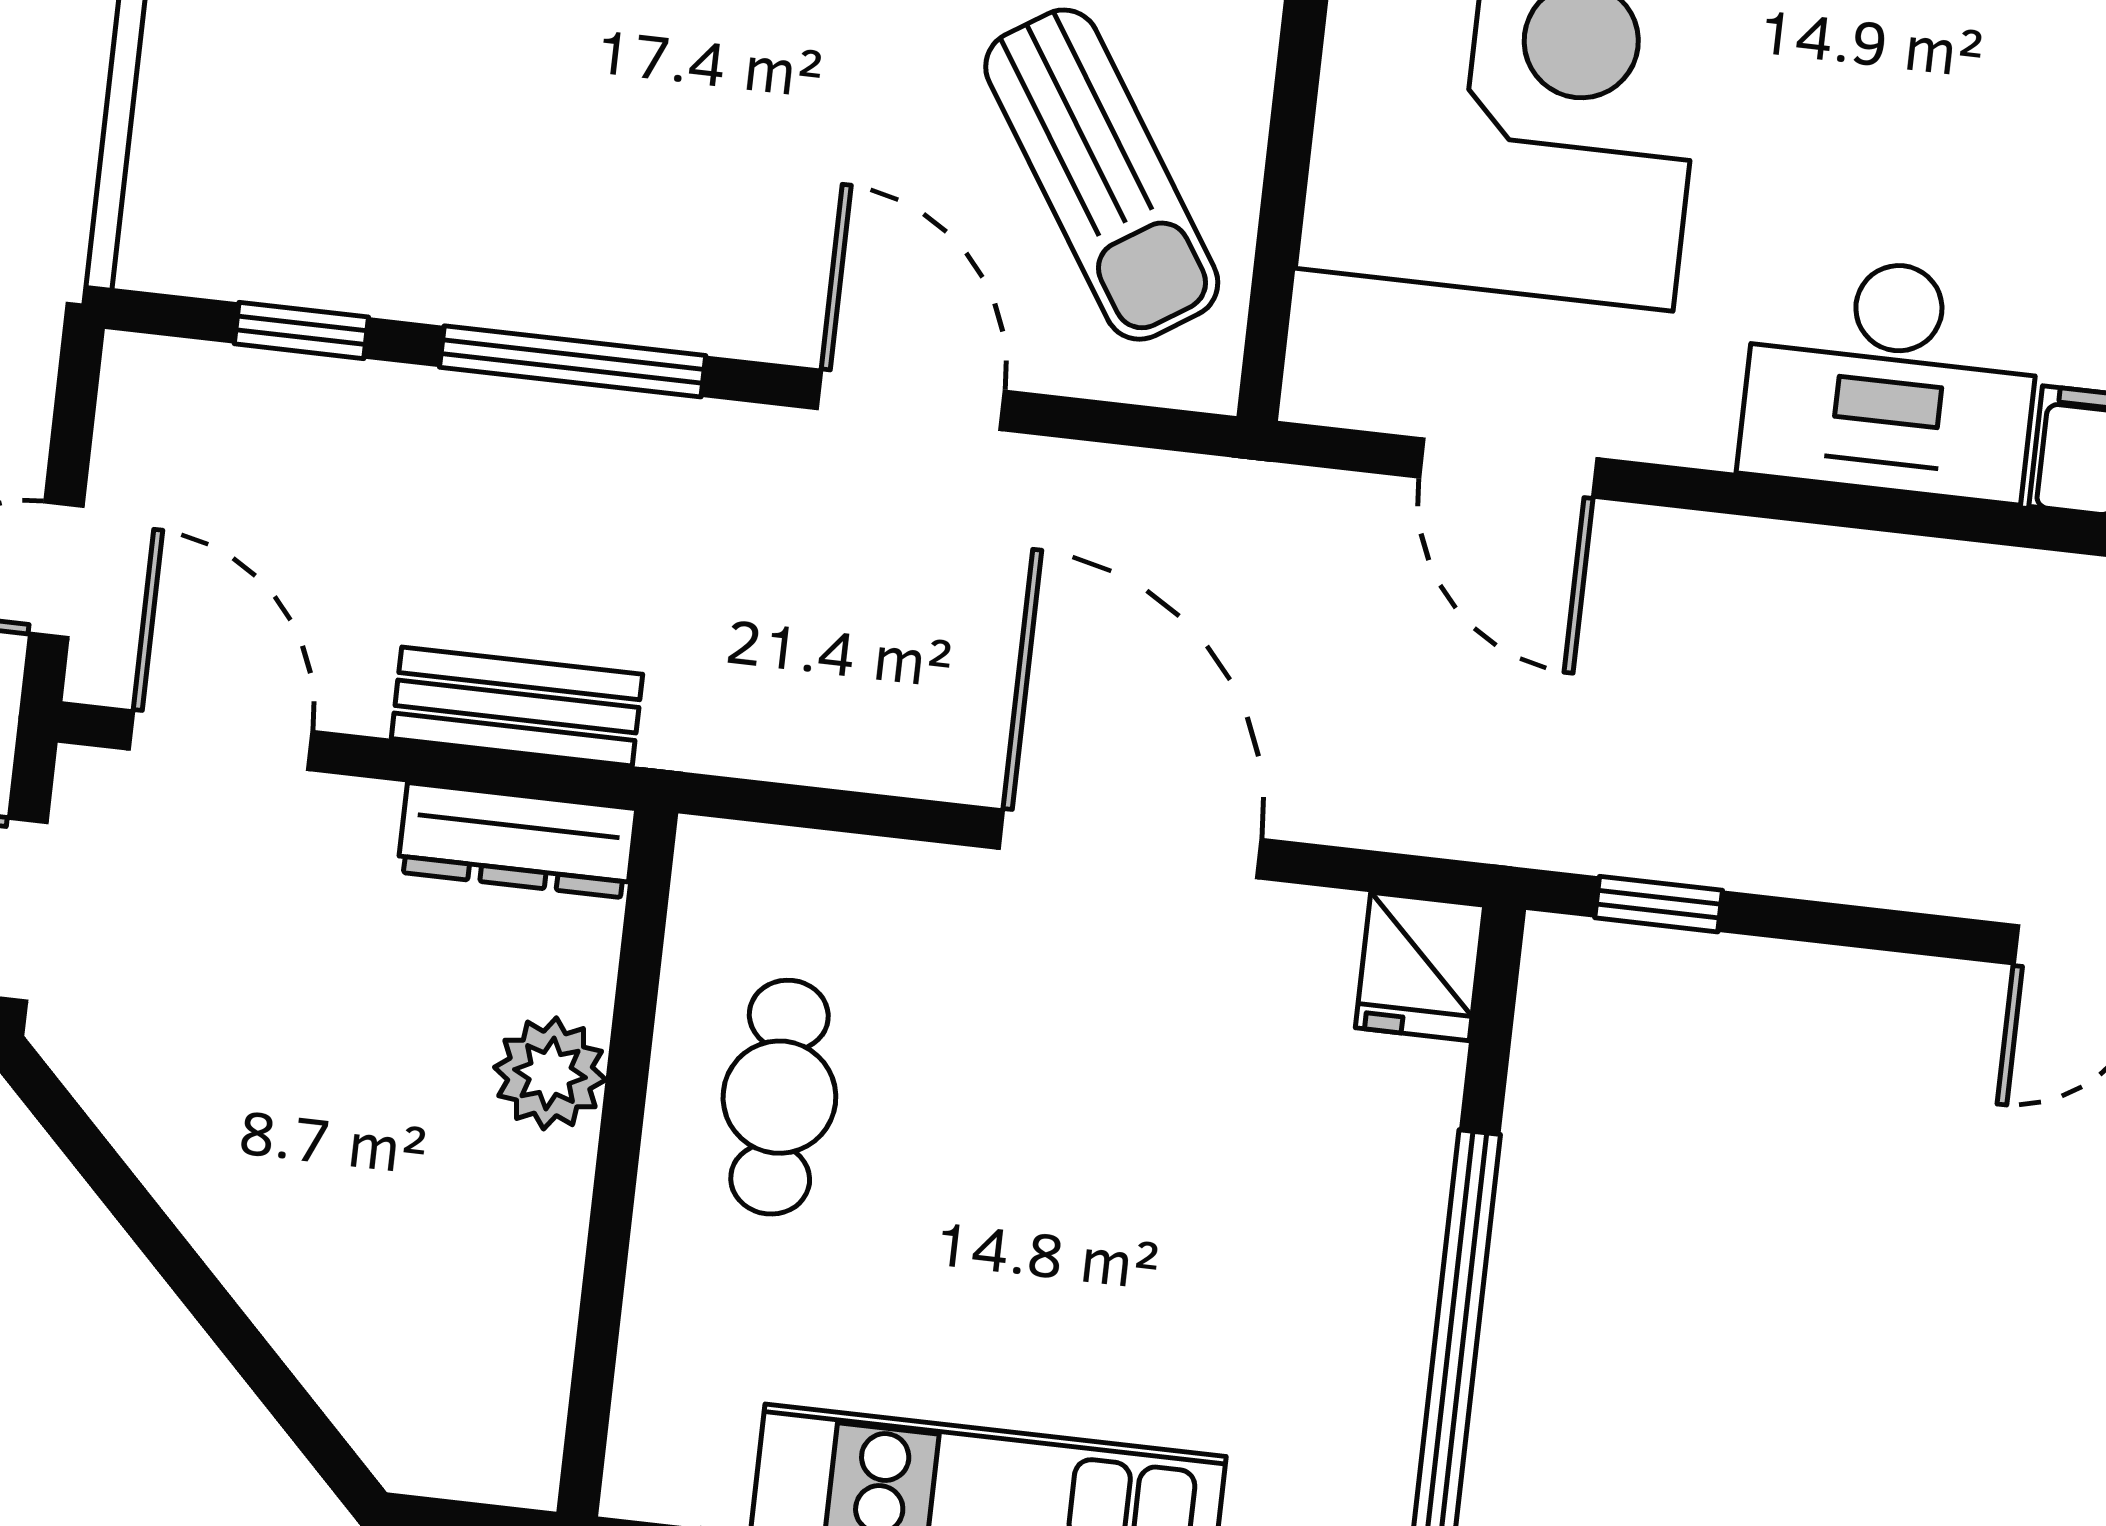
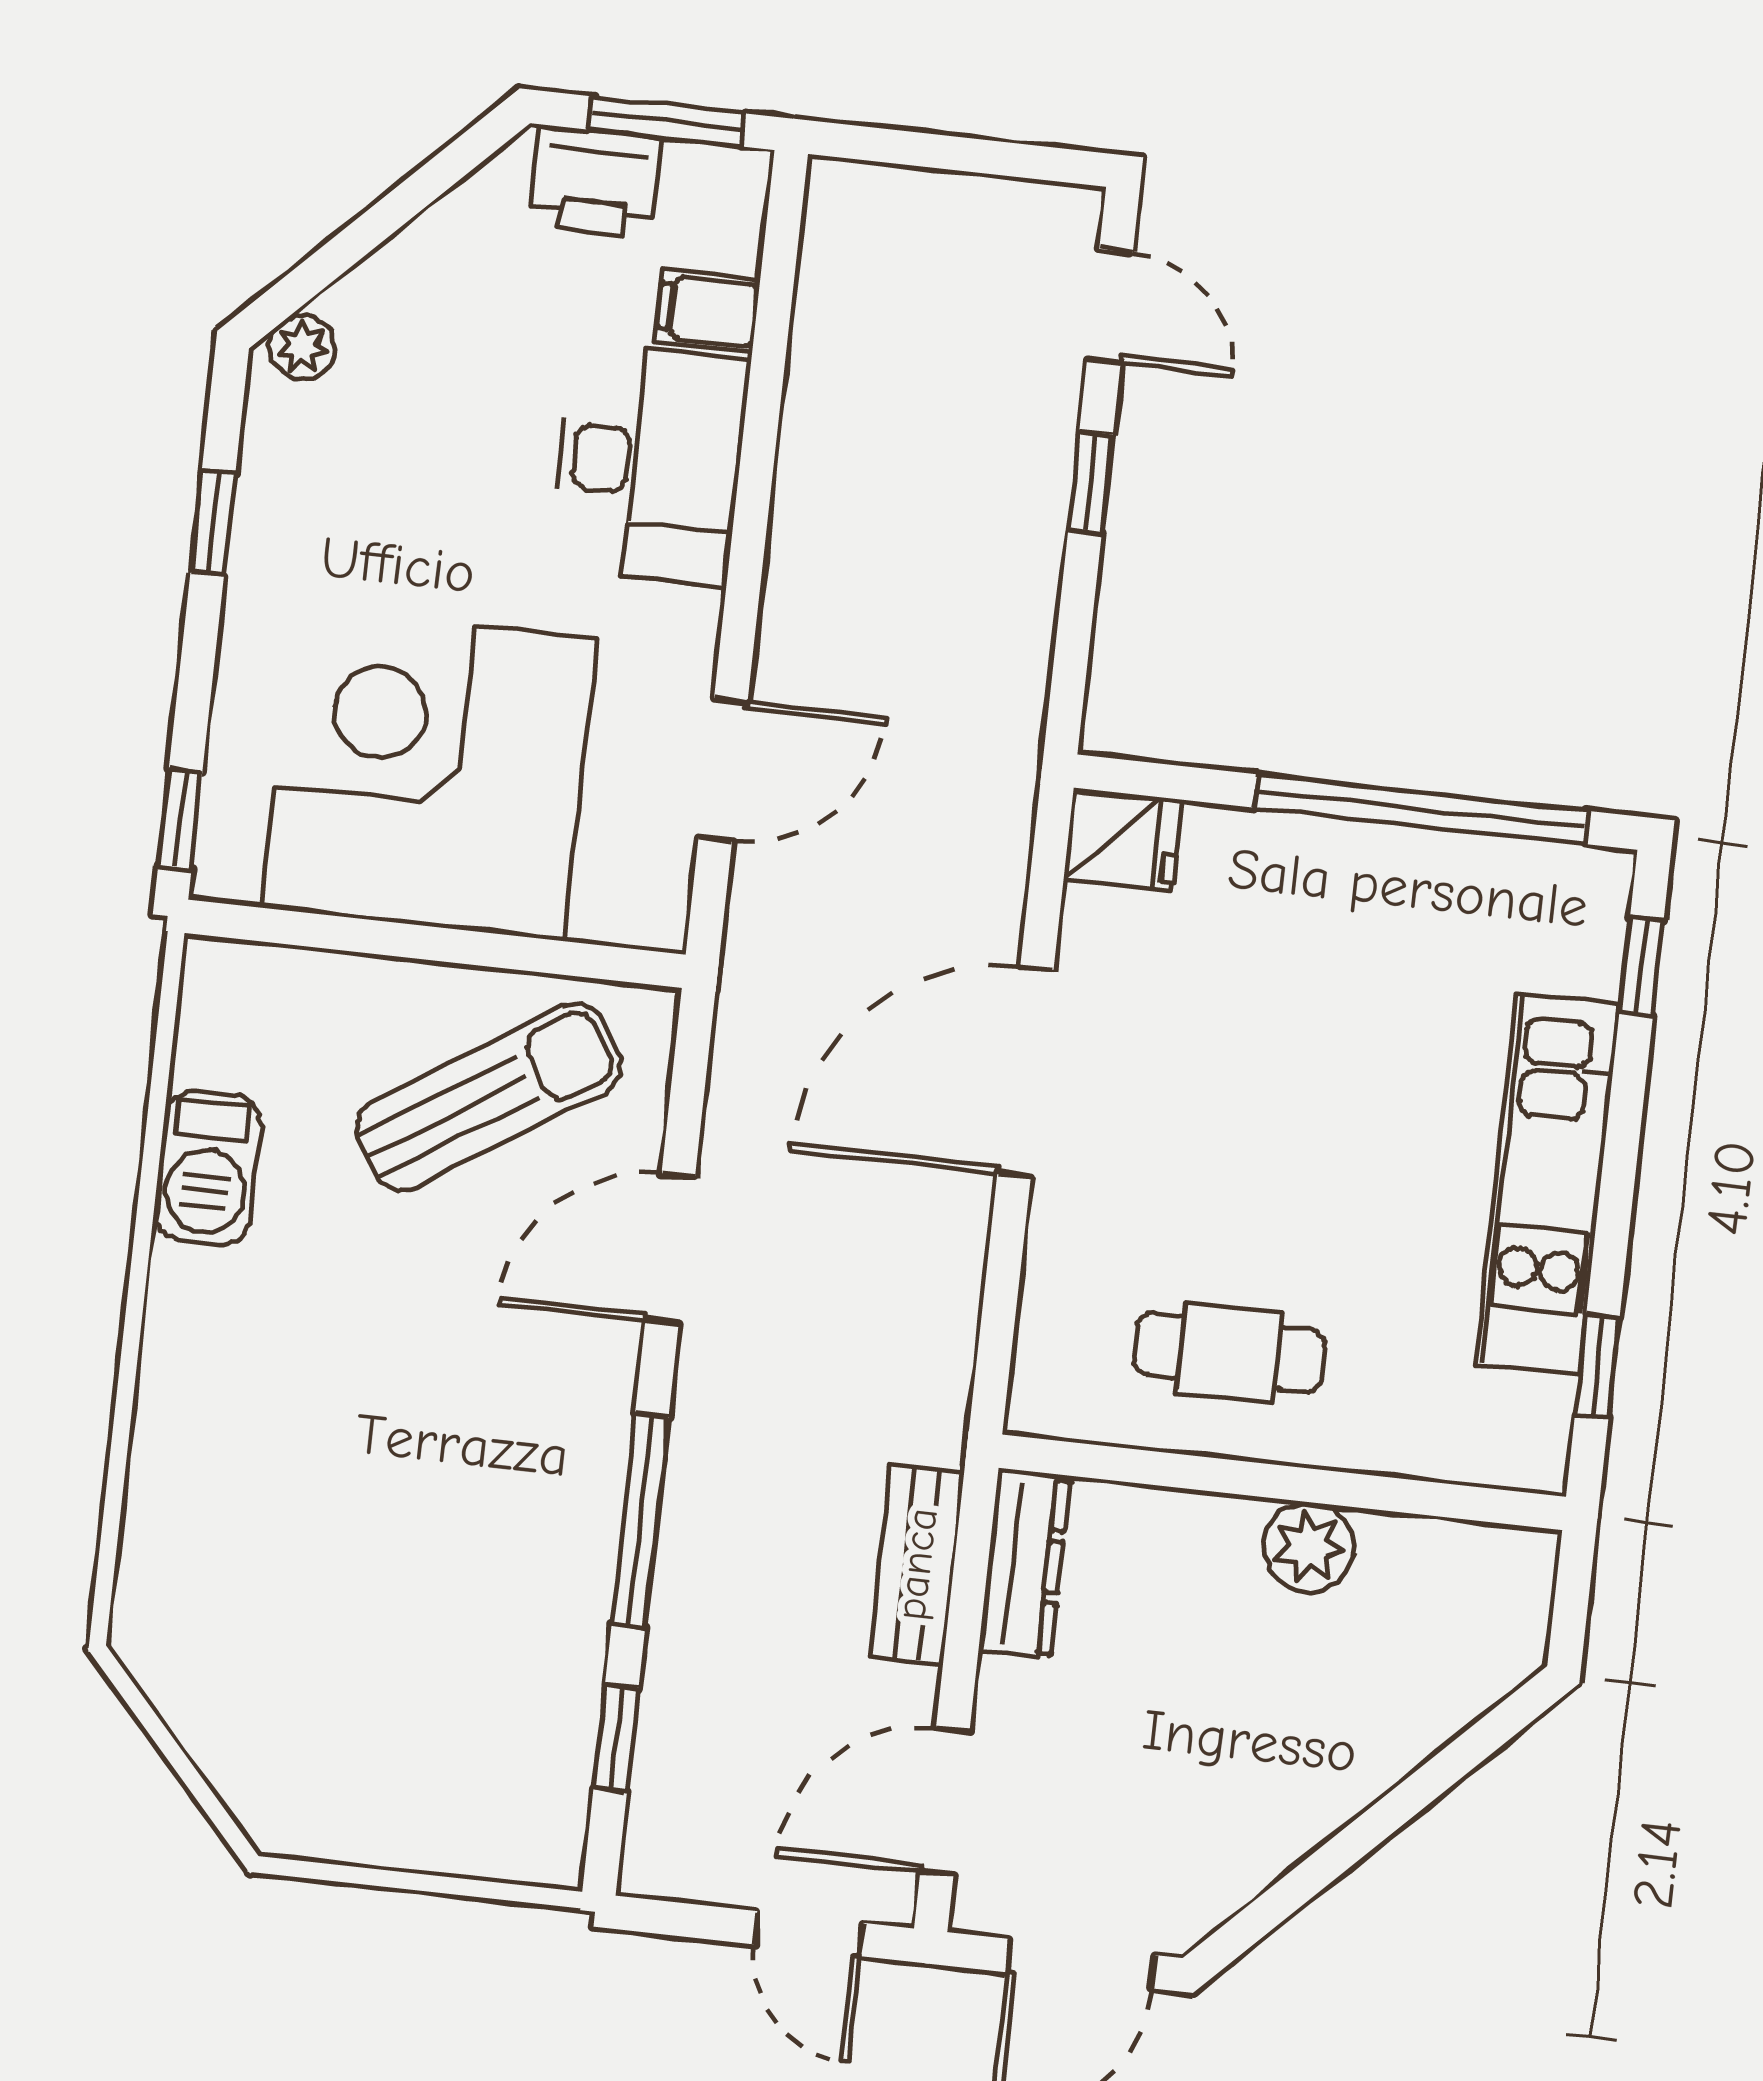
window: (1659, 904) -> (1090, 482), moved
plant: (550, 1073) -> (1309, 1547), moved

